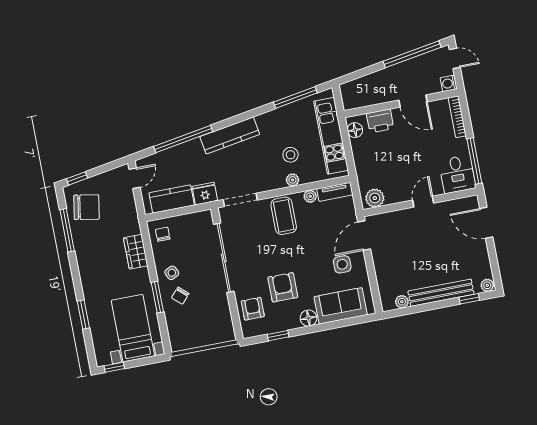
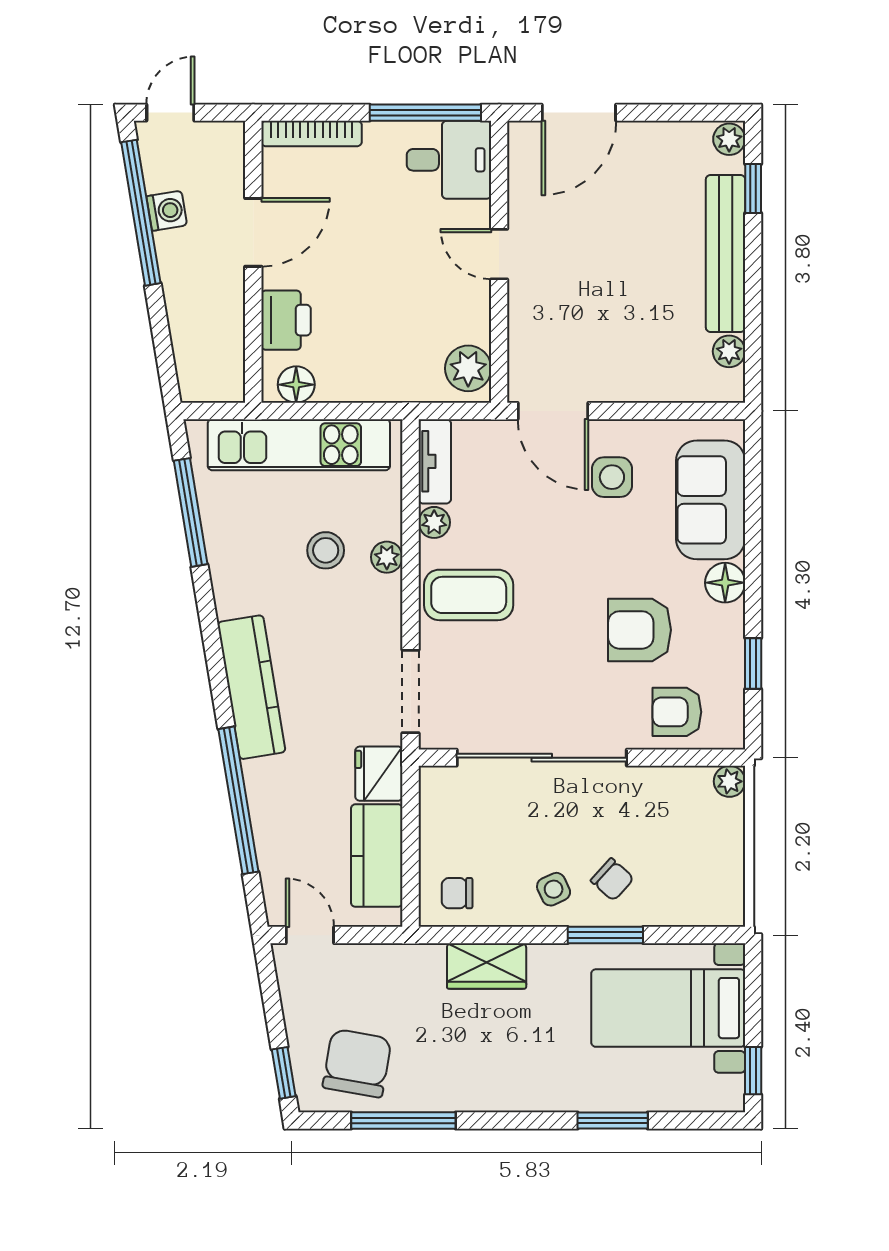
washing machine: (449, 83) -> (167, 211), moved, turned -99
plant: (229, 335) -> (729, 781), added

